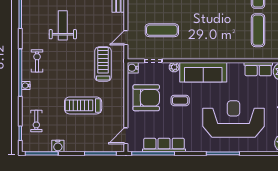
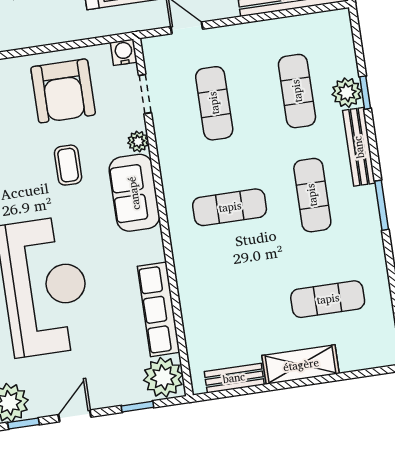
exercise mat: (258, 30) -> (230, 207), moved
row of seats: (258, 69) -> (159, 309), width x1.48
sofa: (203, 72) -> (134, 193), width x0.73

